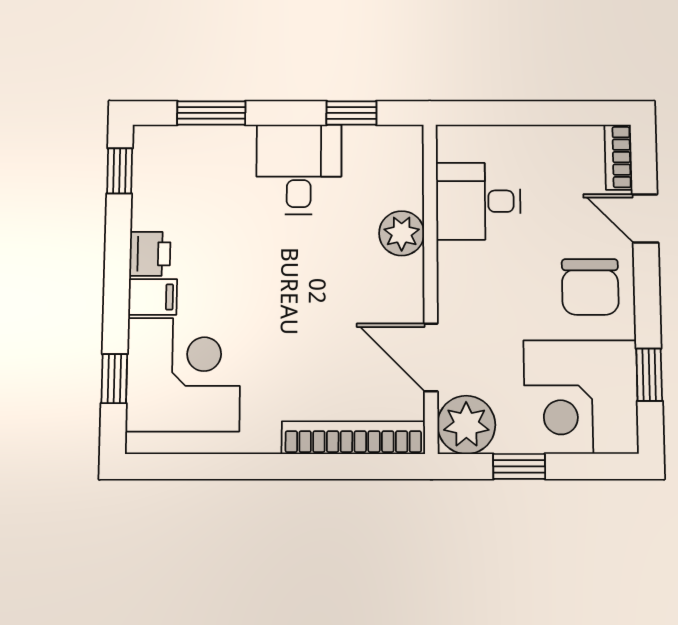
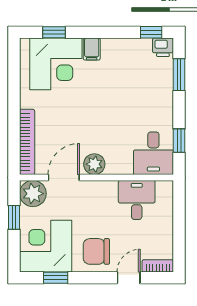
desk: (299, 169) -> (153, 153), moved, turned 90
plant: (402, 233) -> (94, 164), moved
printer: (150, 254) -> (163, 47), moved

